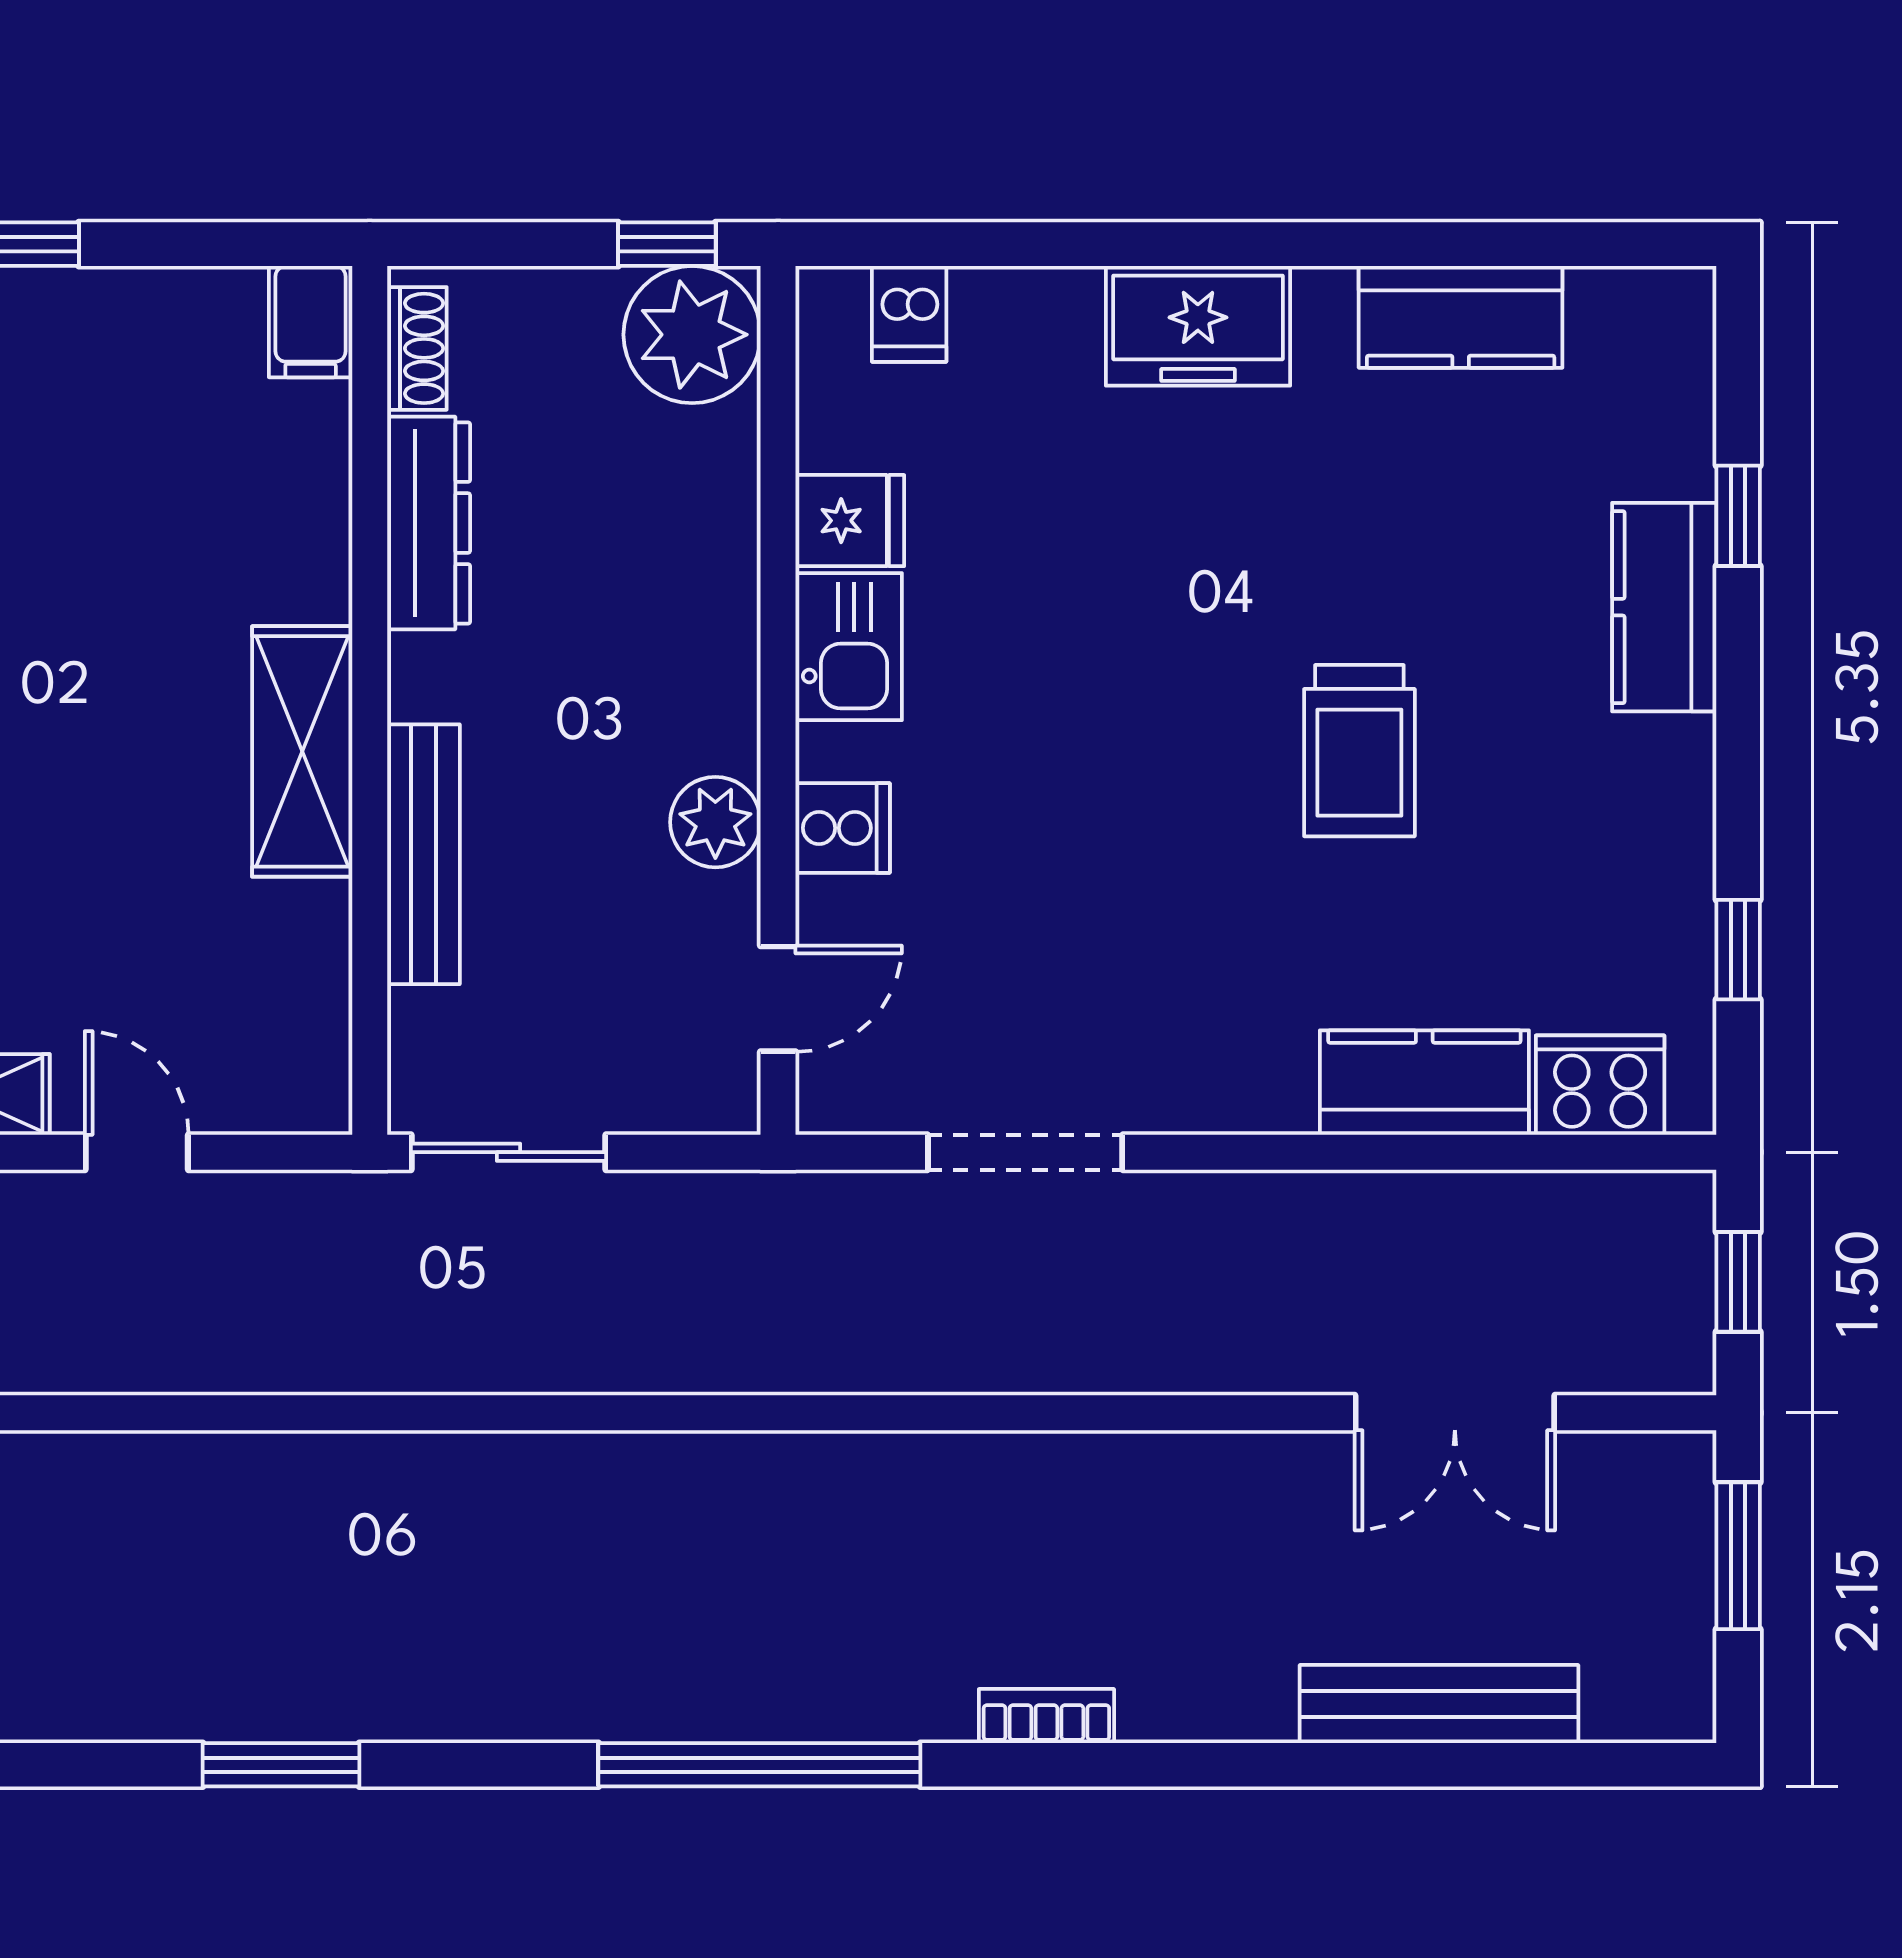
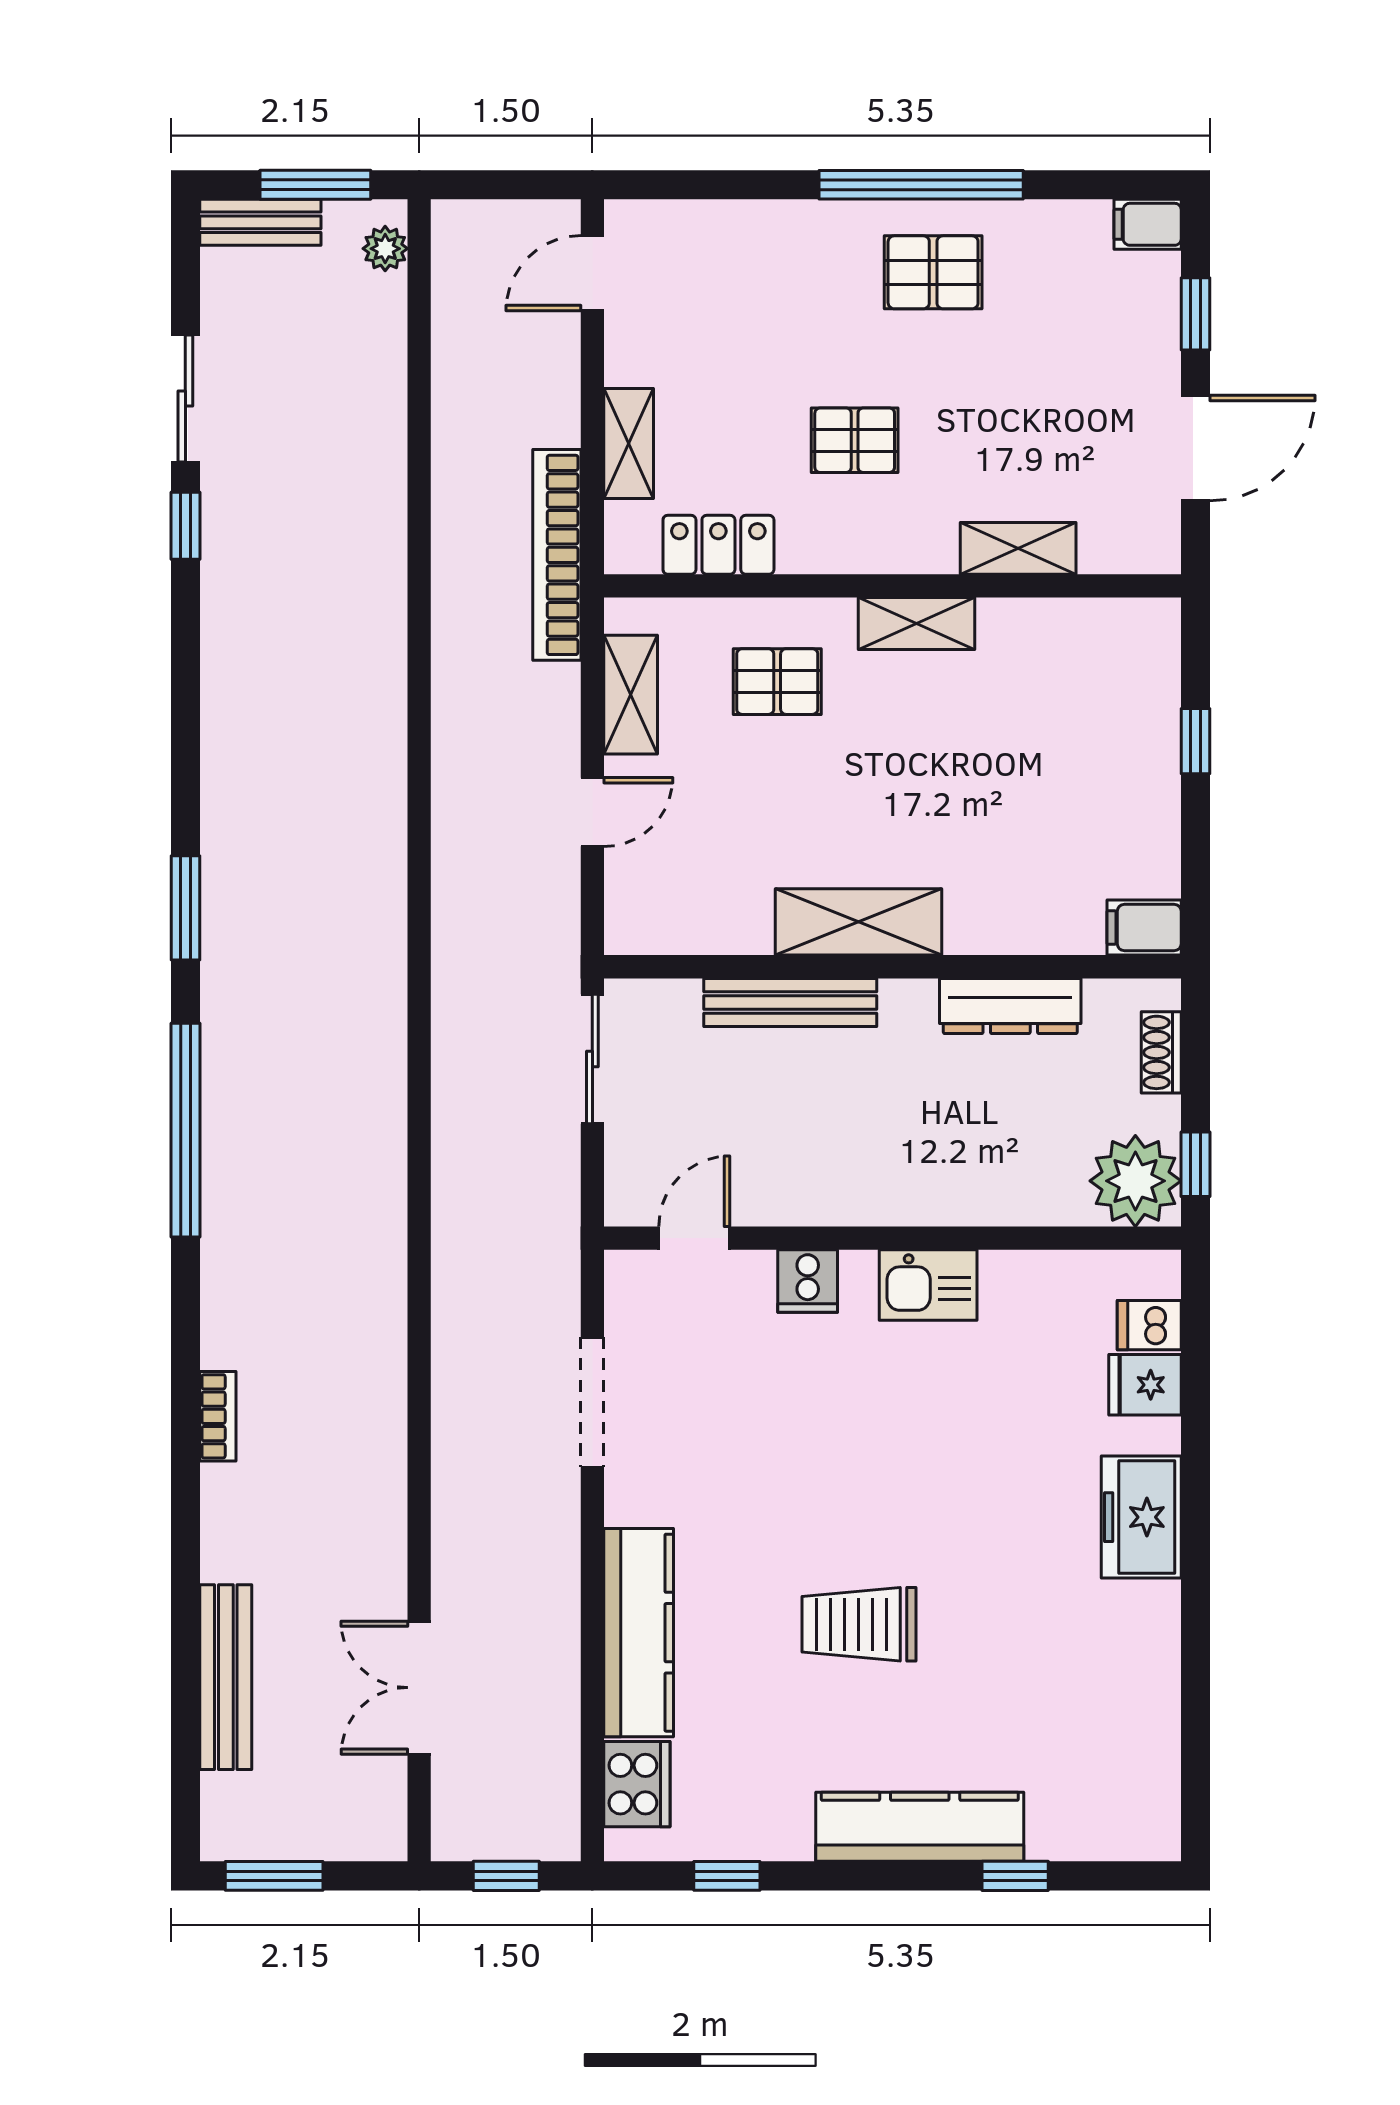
kitchen counter: (1461, 317) -> (1147, 1691), removed
shoe rack: (417, 348) -> (1161, 1052), moved, turned 90
fridge: (850, 521) -> (1145, 1385), moved, turned 90
kitchen counter: (1664, 607) -> (920, 1827), width x1.50
plant: (715, 822) -> (812, 1196), removed
door: (778, 999) -> (694, 1238), swing flipped
kitchen counter: (1424, 1083) -> (639, 1633), width x1.50
window: (1738, 1556) -> (274, 1876), moved
window: (759, 1765) -> (185, 1130), moved

